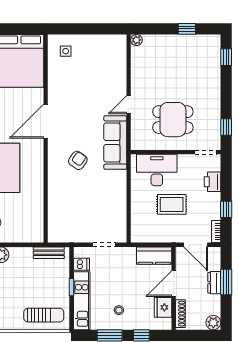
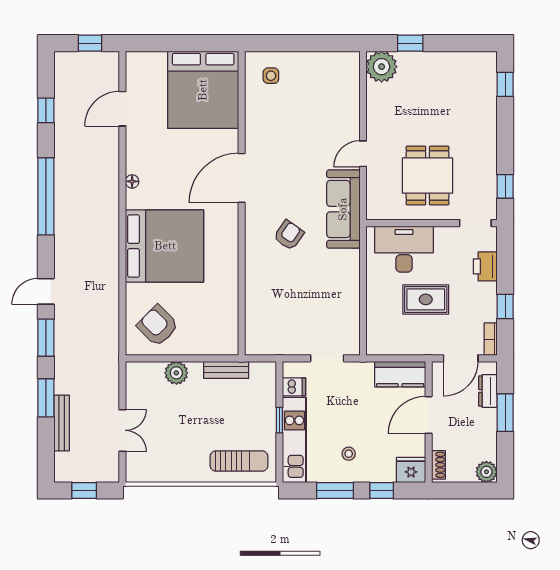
window: (187, 29) -> (410, 43), moved
plant: (136, 40) -> (382, 67), width x1.88, depth x1.88
dining table: (173, 120) -> (428, 176), turned 90
door: (196, 245) -> (461, 358), hinge flipped
bench: (49, 253) -> (226, 370), moved
dresser: (214, 283) -> (488, 391), moved
fridge: (163, 307) -> (411, 470), moved, turned 90
shoe rack: (180, 314) -> (439, 465), width x0.70

